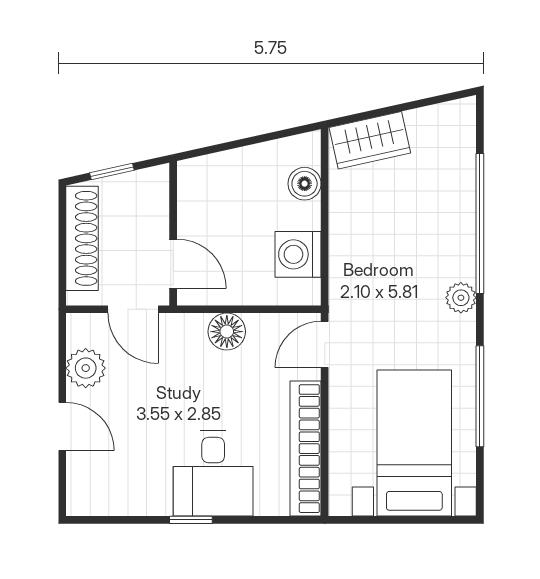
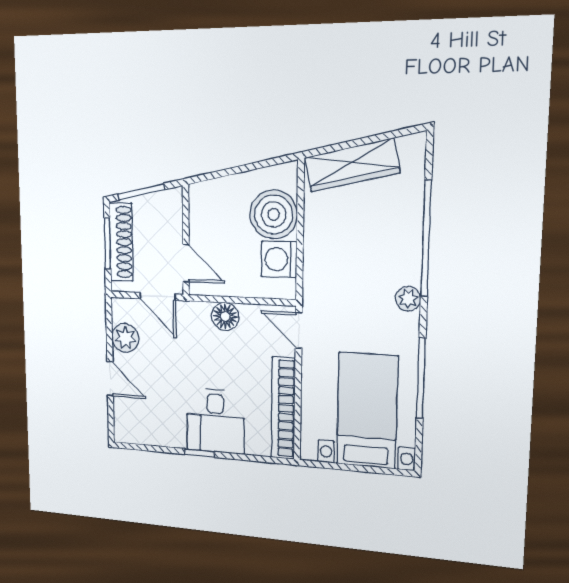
wardrobe: (370, 140) -> (352, 165), width x1.50
window: (112, 172) -> (141, 192), width x1.50
boiler: (305, 184) -> (274, 214), width x1.86, depth x1.86
window: (62, 241) -> (107, 243), added
door: (325, 344) -> (299, 330), hinge flipped

